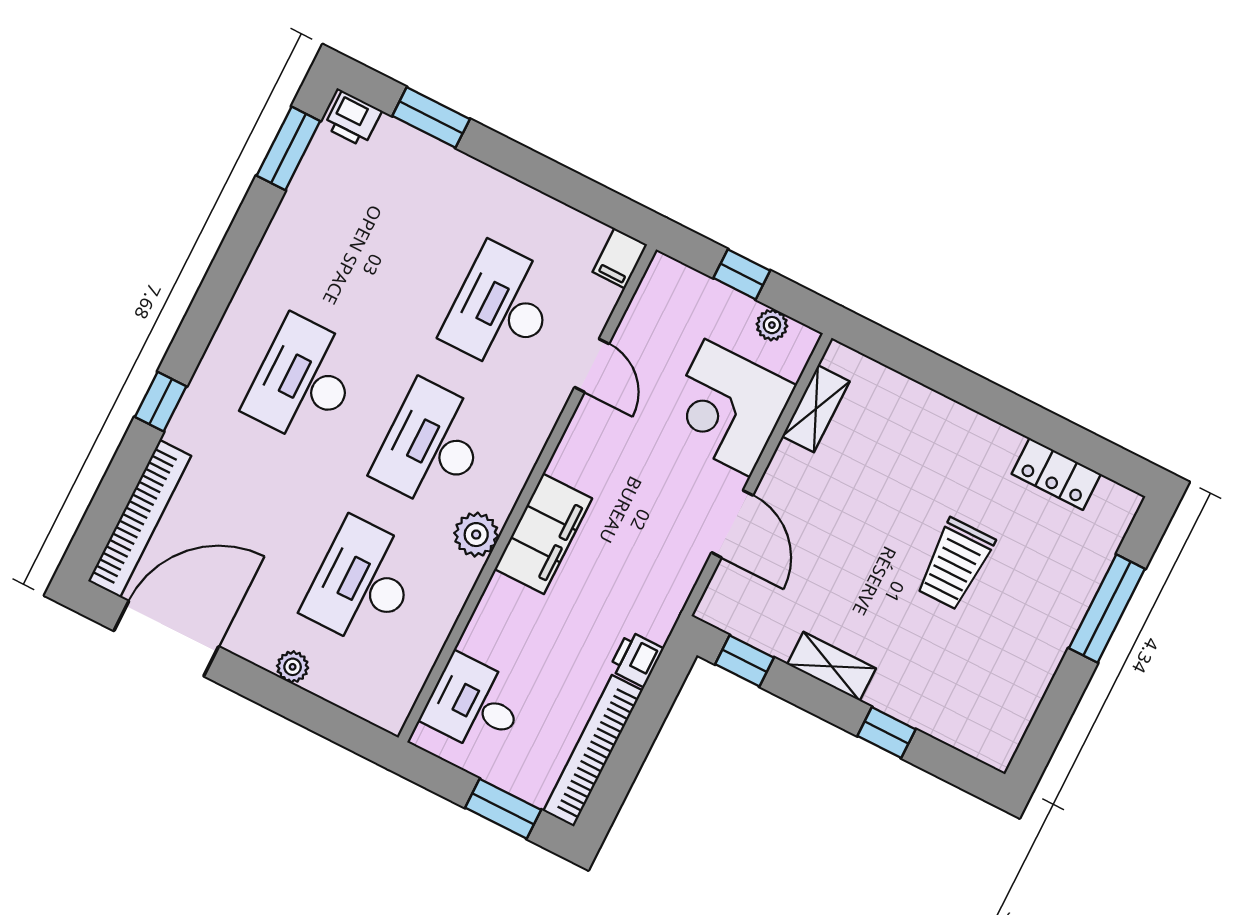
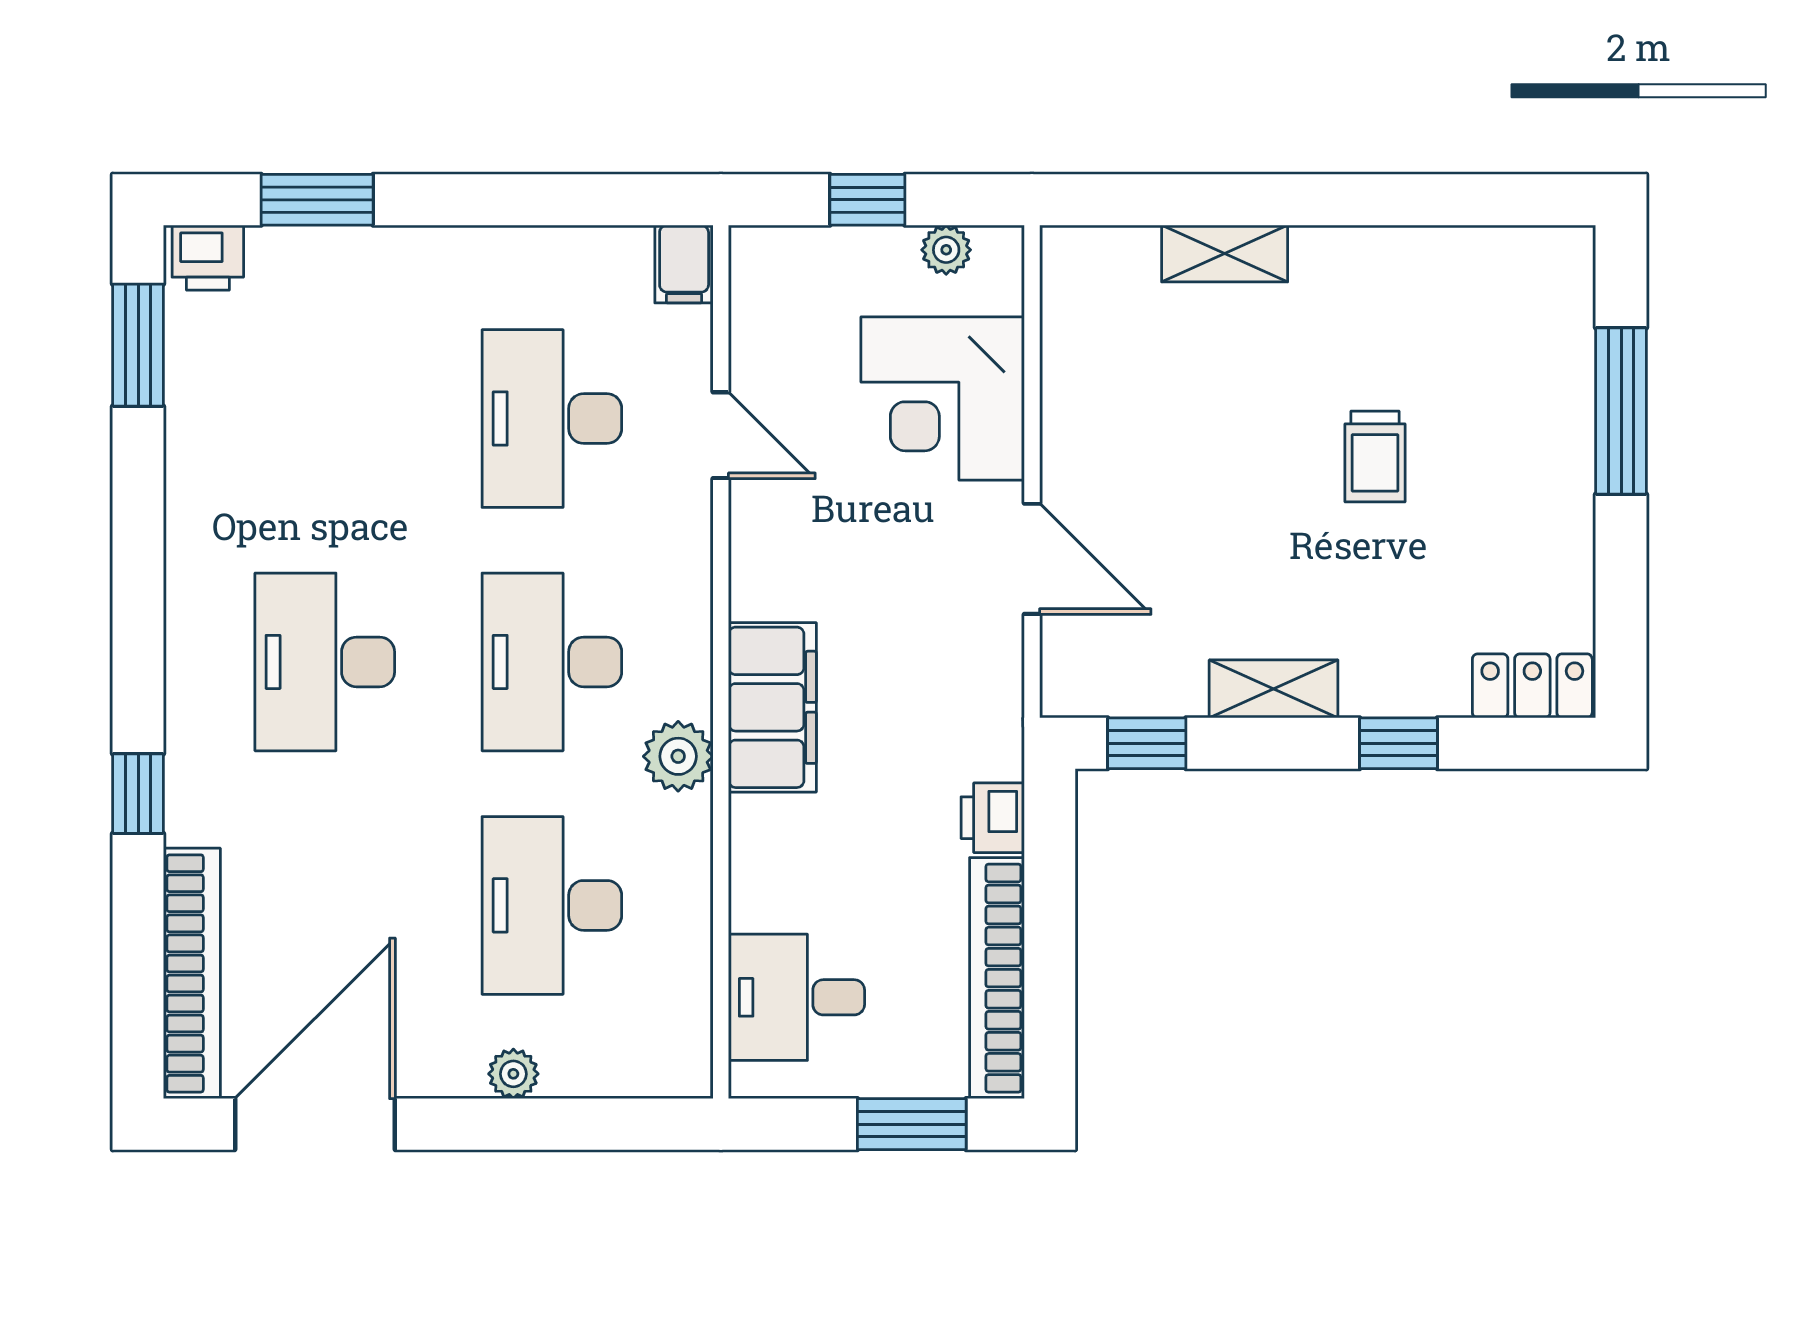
shelving: (816, 409) -> (1225, 254), moved, turned 90
locker: (1056, 474) -> (1532, 686), moved, turned 180
trolley: (955, 564) -> (1375, 457), width x0.73, depth x0.72

